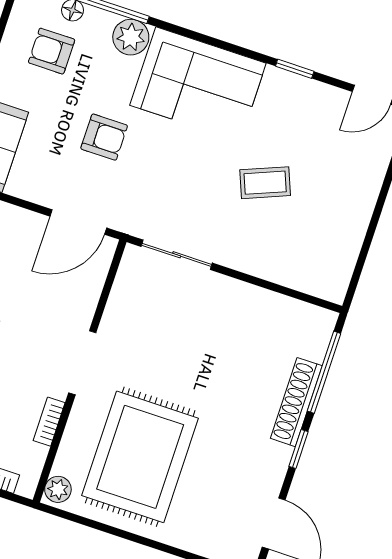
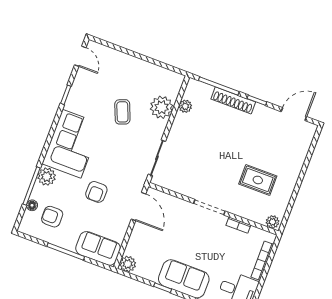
armchair: (52, 51) -> (52, 217), turned 90
armchair: (104, 137) -> (96, 192), turned 180
plant: (277, 260) -> (162, 107), added
plant: (281, 307) -> (185, 106), added
rug: (140, 457) -> (258, 180), width x0.54, depth x0.49

